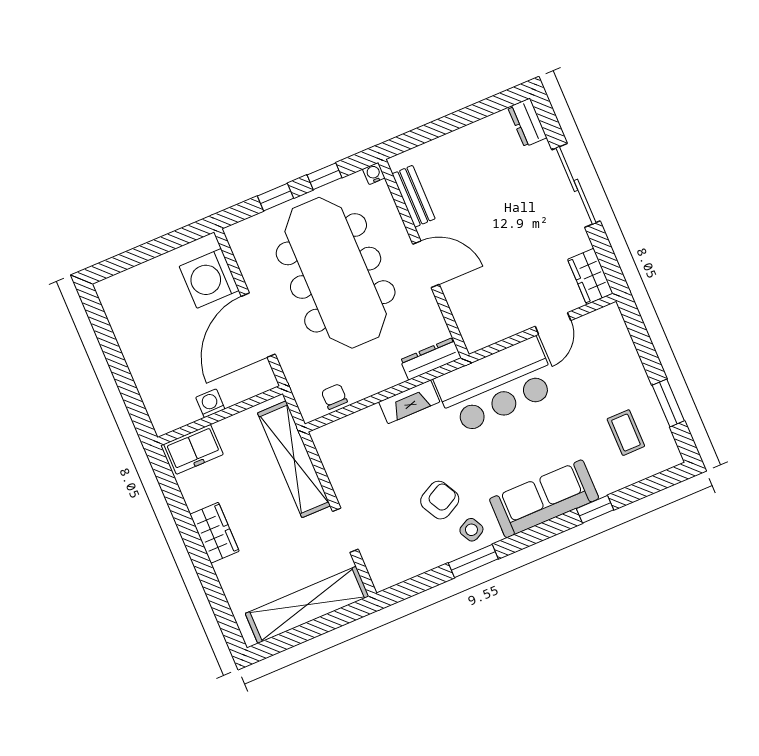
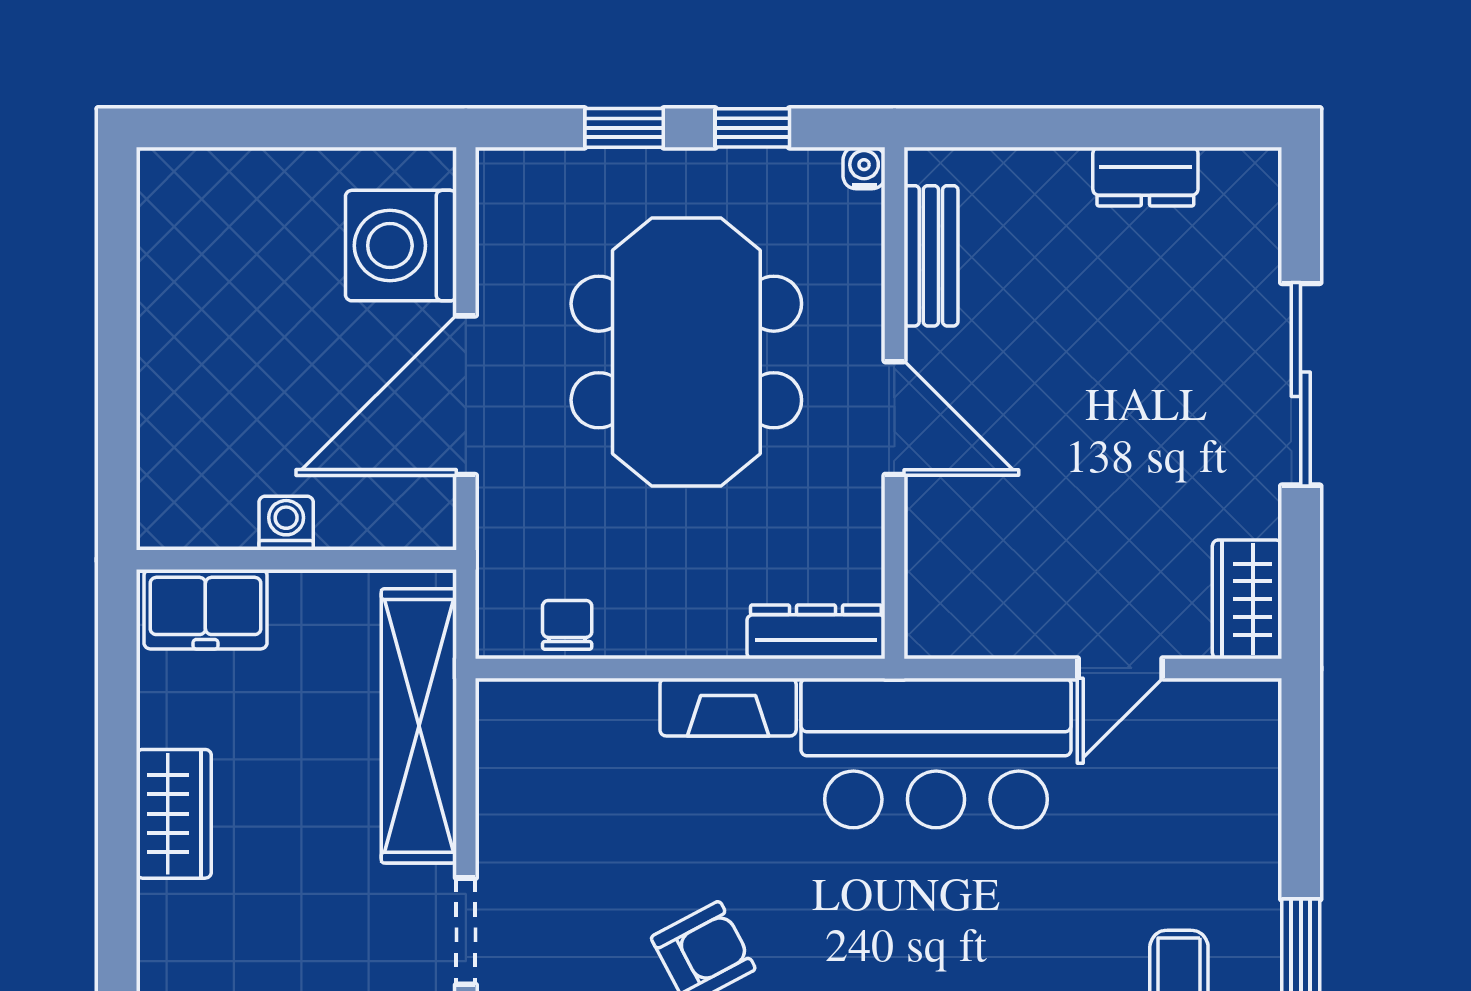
dresser: (527, 123) -> (1145, 177), moved, turned -90
meeting table: (336, 273) -> (686, 352), width x0.73

